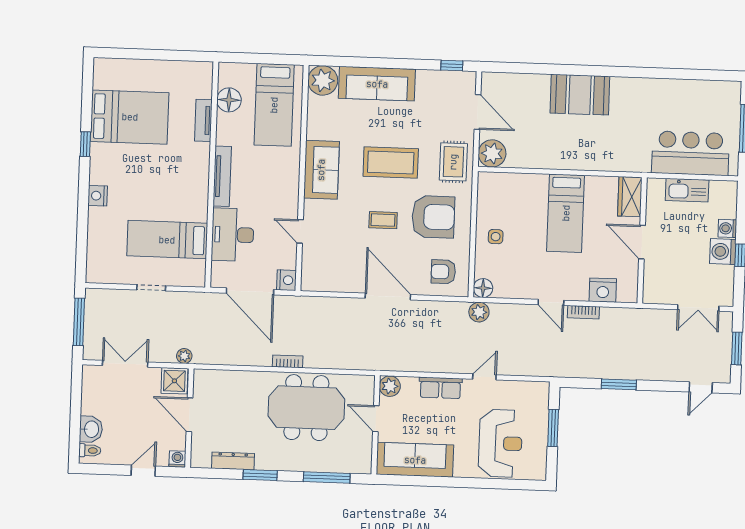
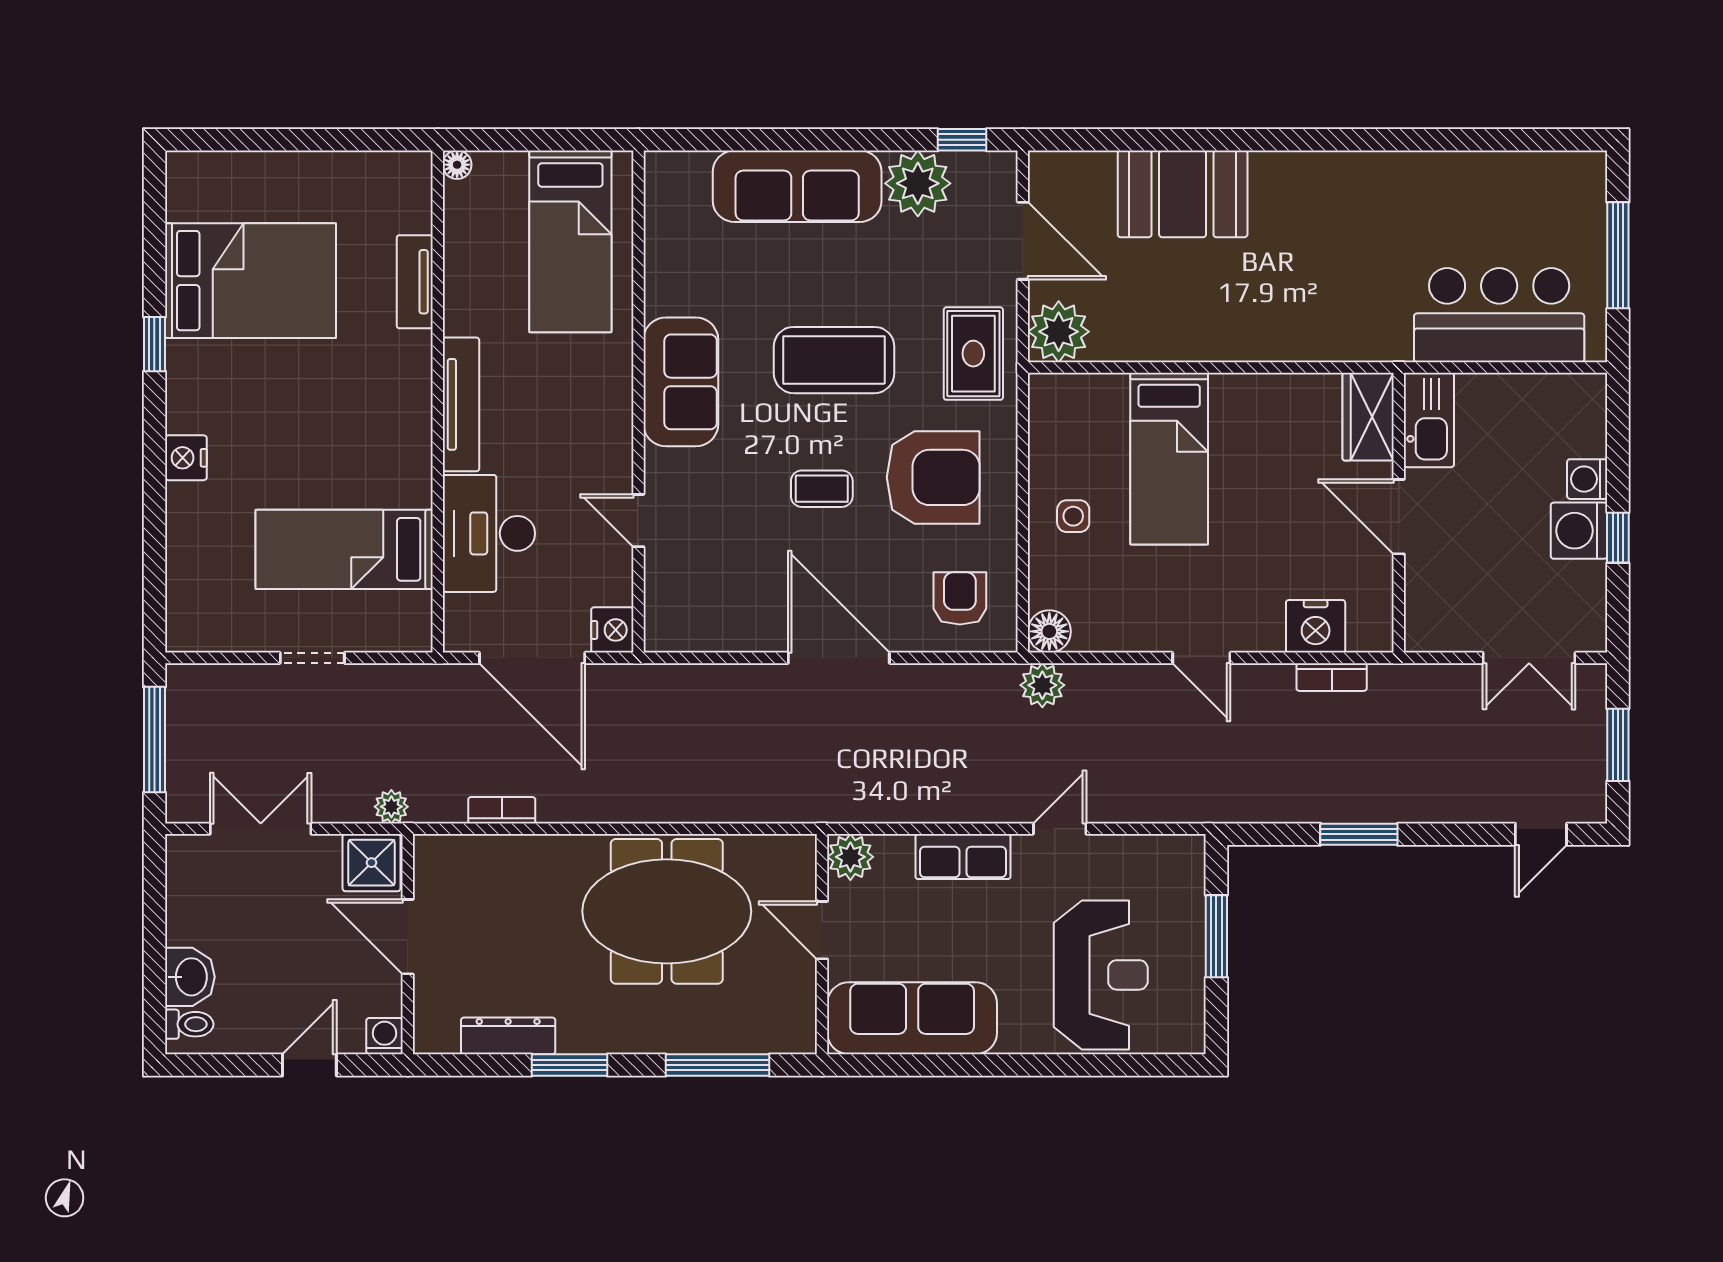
plant: (323, 80) -> (918, 183), moved
booth: (580, 95) -> (1183, 194), moved
floor lamp: (229, 100) -> (457, 165), moved, width x0.53, depth x0.53
kitchen sink: (687, 190) -> (1429, 420), moved, turned -90
bed: (566, 213) -> (1169, 459), moved
armchair: (443, 272) -> (960, 598), turned 90
bookcase: (583, 312) -> (1332, 677), moved
bookcase: (288, 361) -> (502, 810), moved

